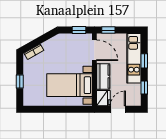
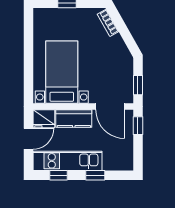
door: (94, 50) -> (110, 106), hinge flipped
kitchen unit: (134, 58) -> (68, 161), moved
door: (118, 109) -> (29, 139), hinge flipped

